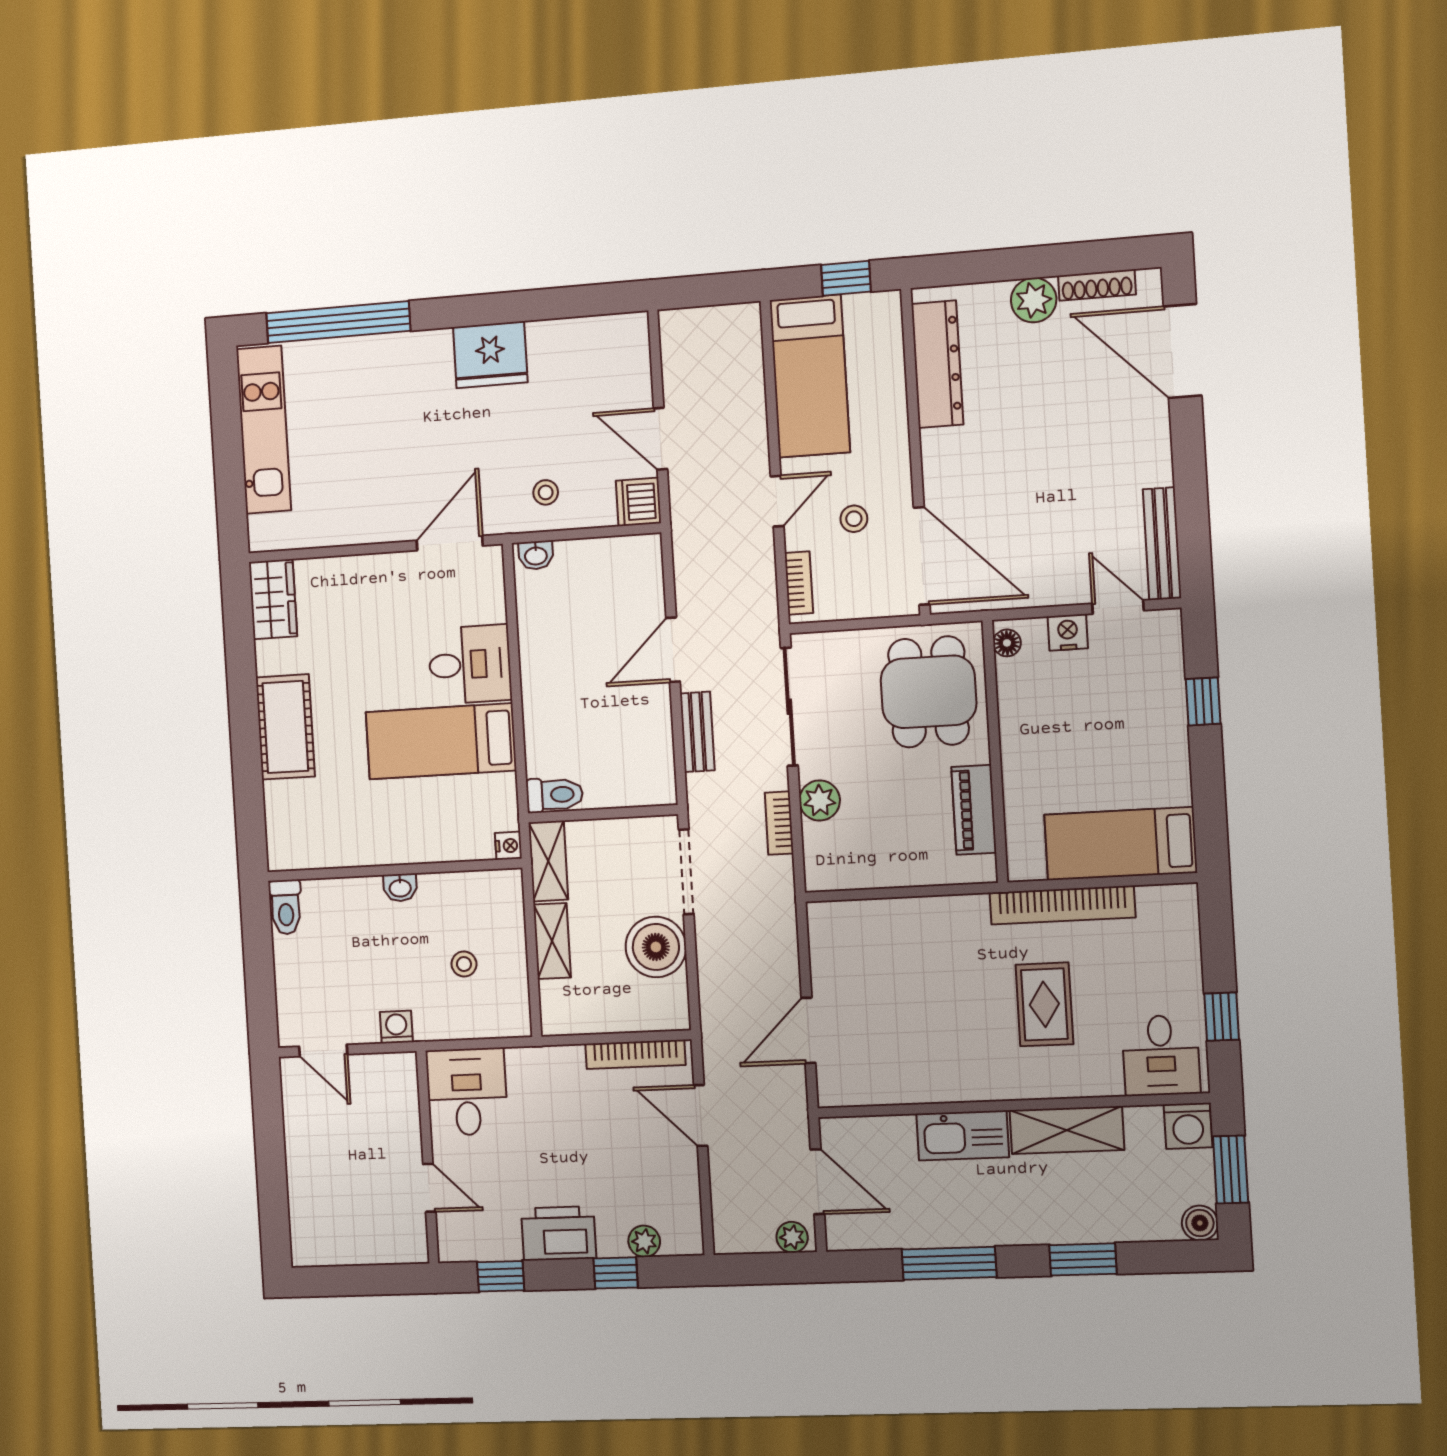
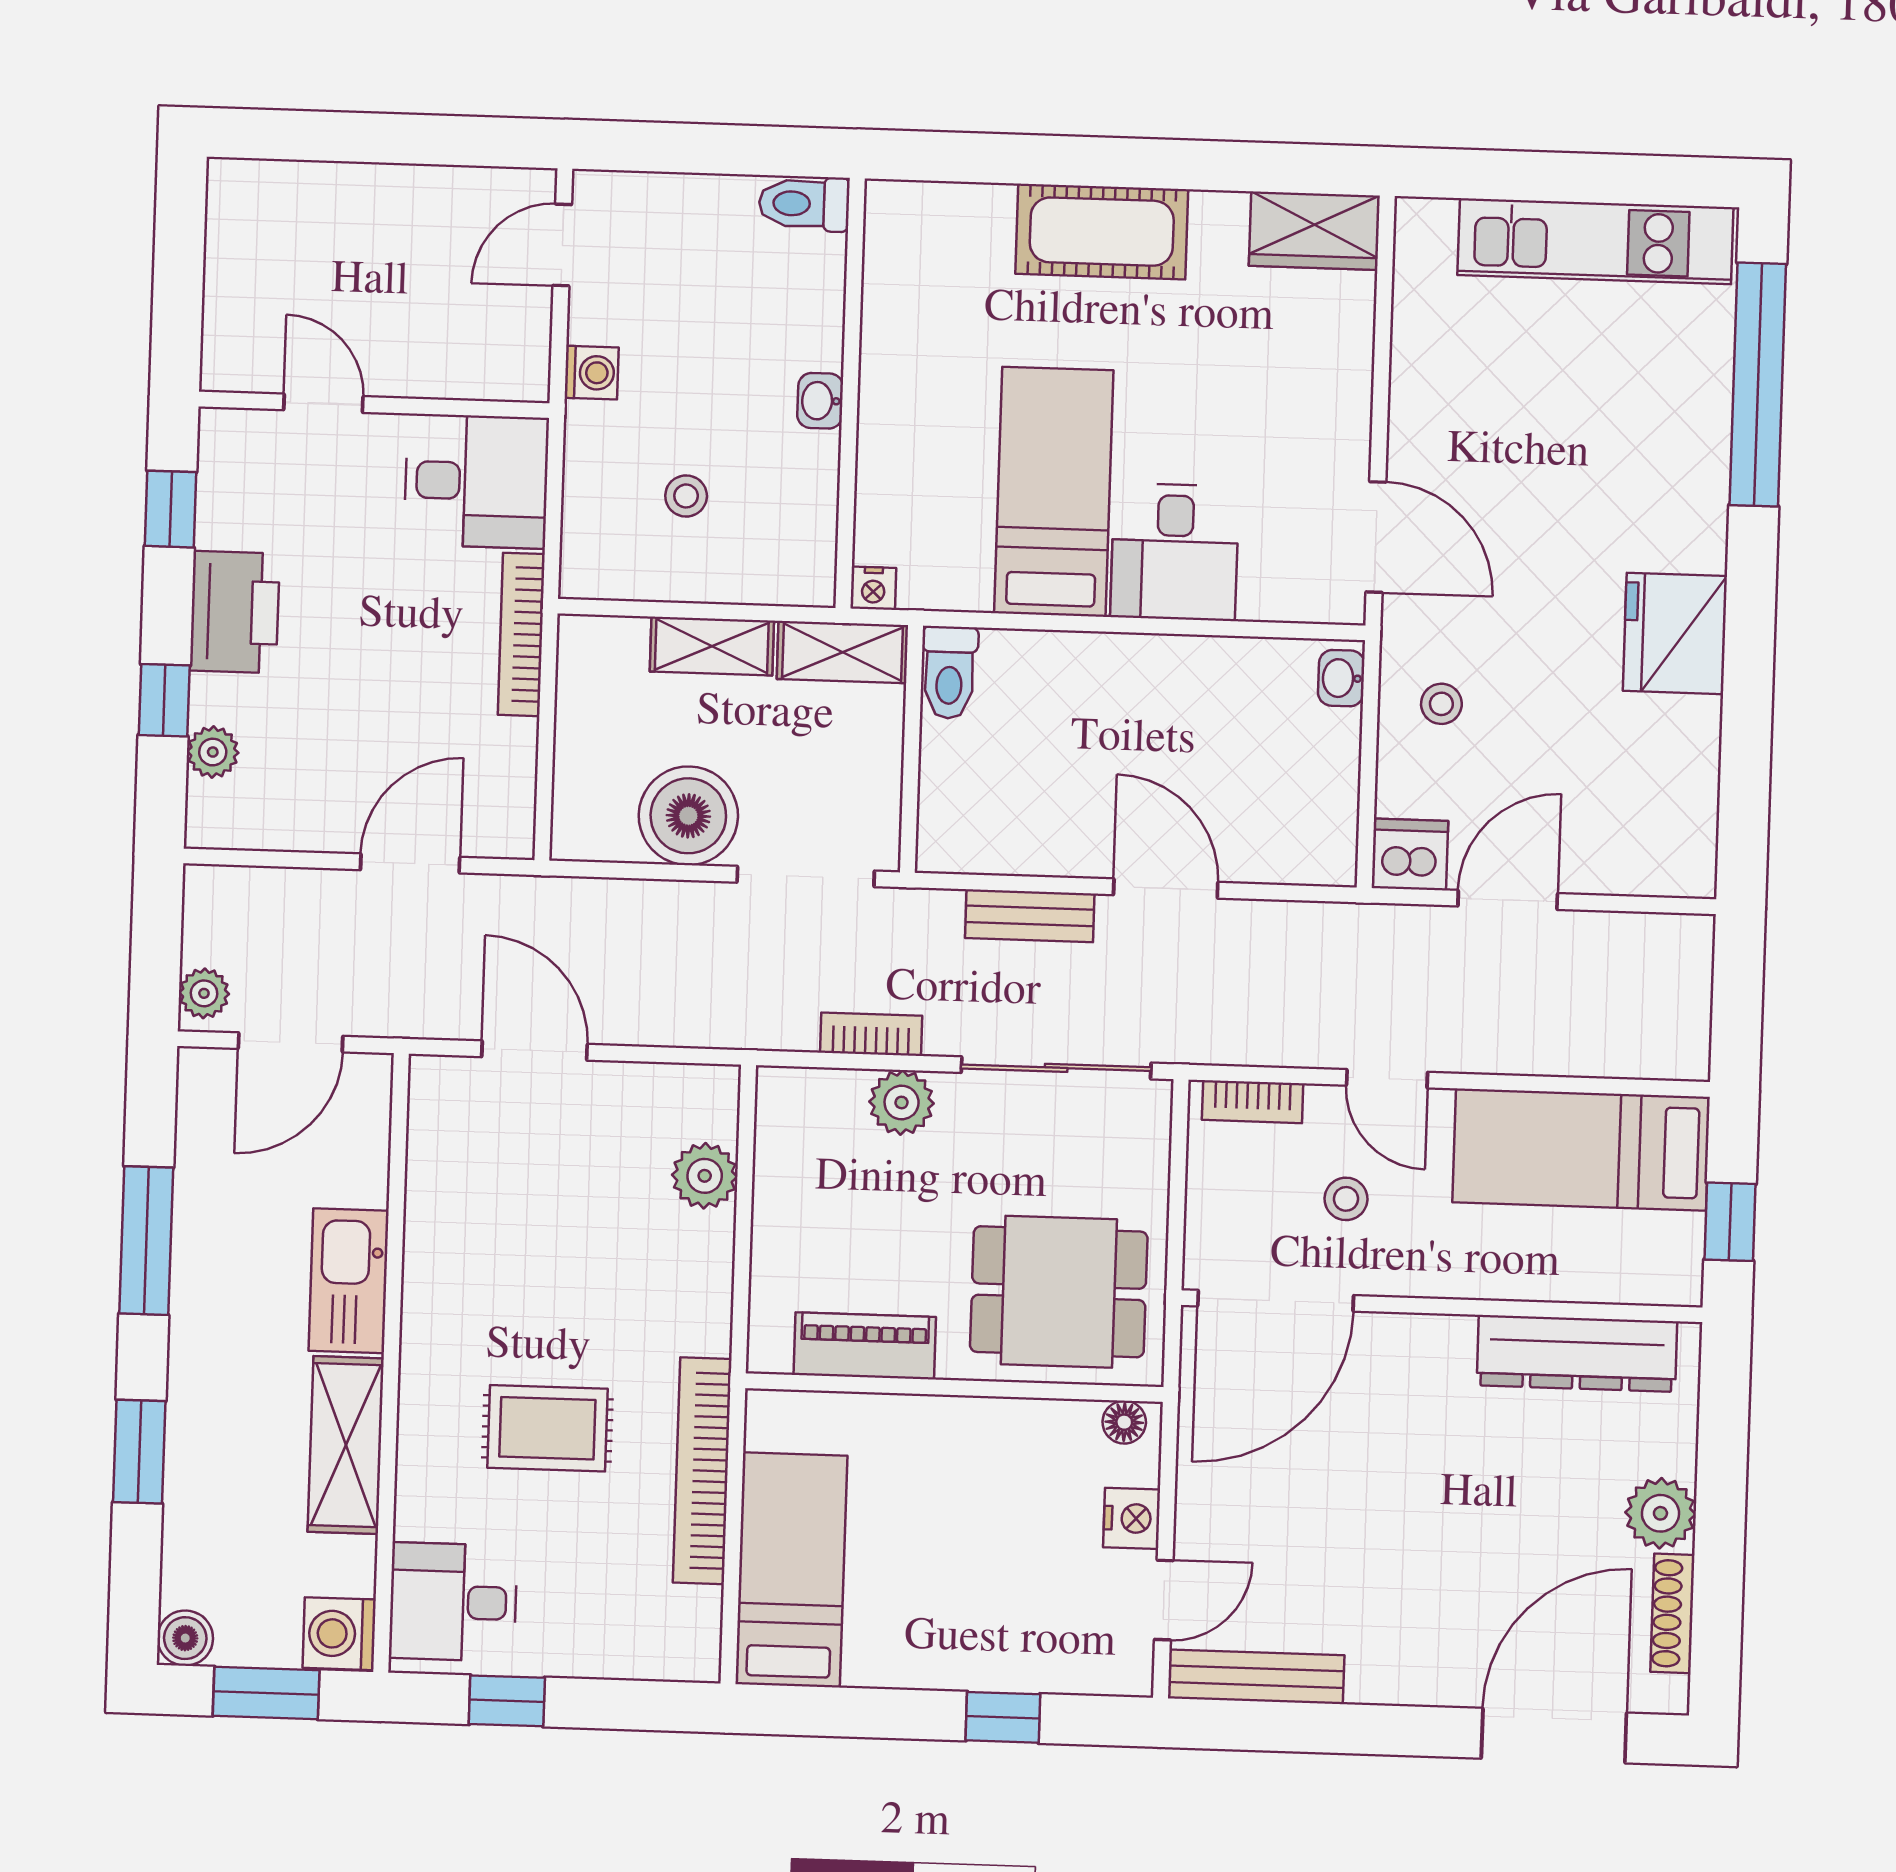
plant: (876, 919) -> (705, 1176), added
bookcase: (635, 1054) -> (521, 634), moved
door: (429, 1188) -> (323, 403), swing flipped

